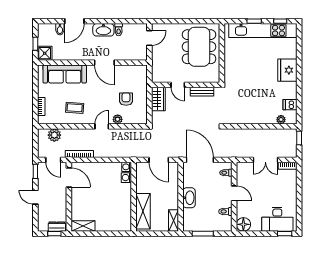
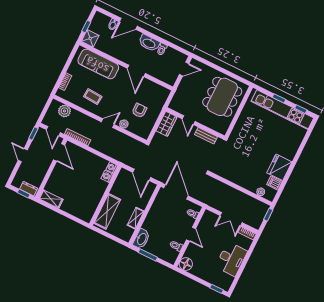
fridge: (287, 70) -> (279, 167), moved
washbasin: (189, 198) -> (142, 239), moved
desk: (277, 219) -> (231, 259), moved, turned -90
shelving: (173, 221) -> (136, 218), moved

